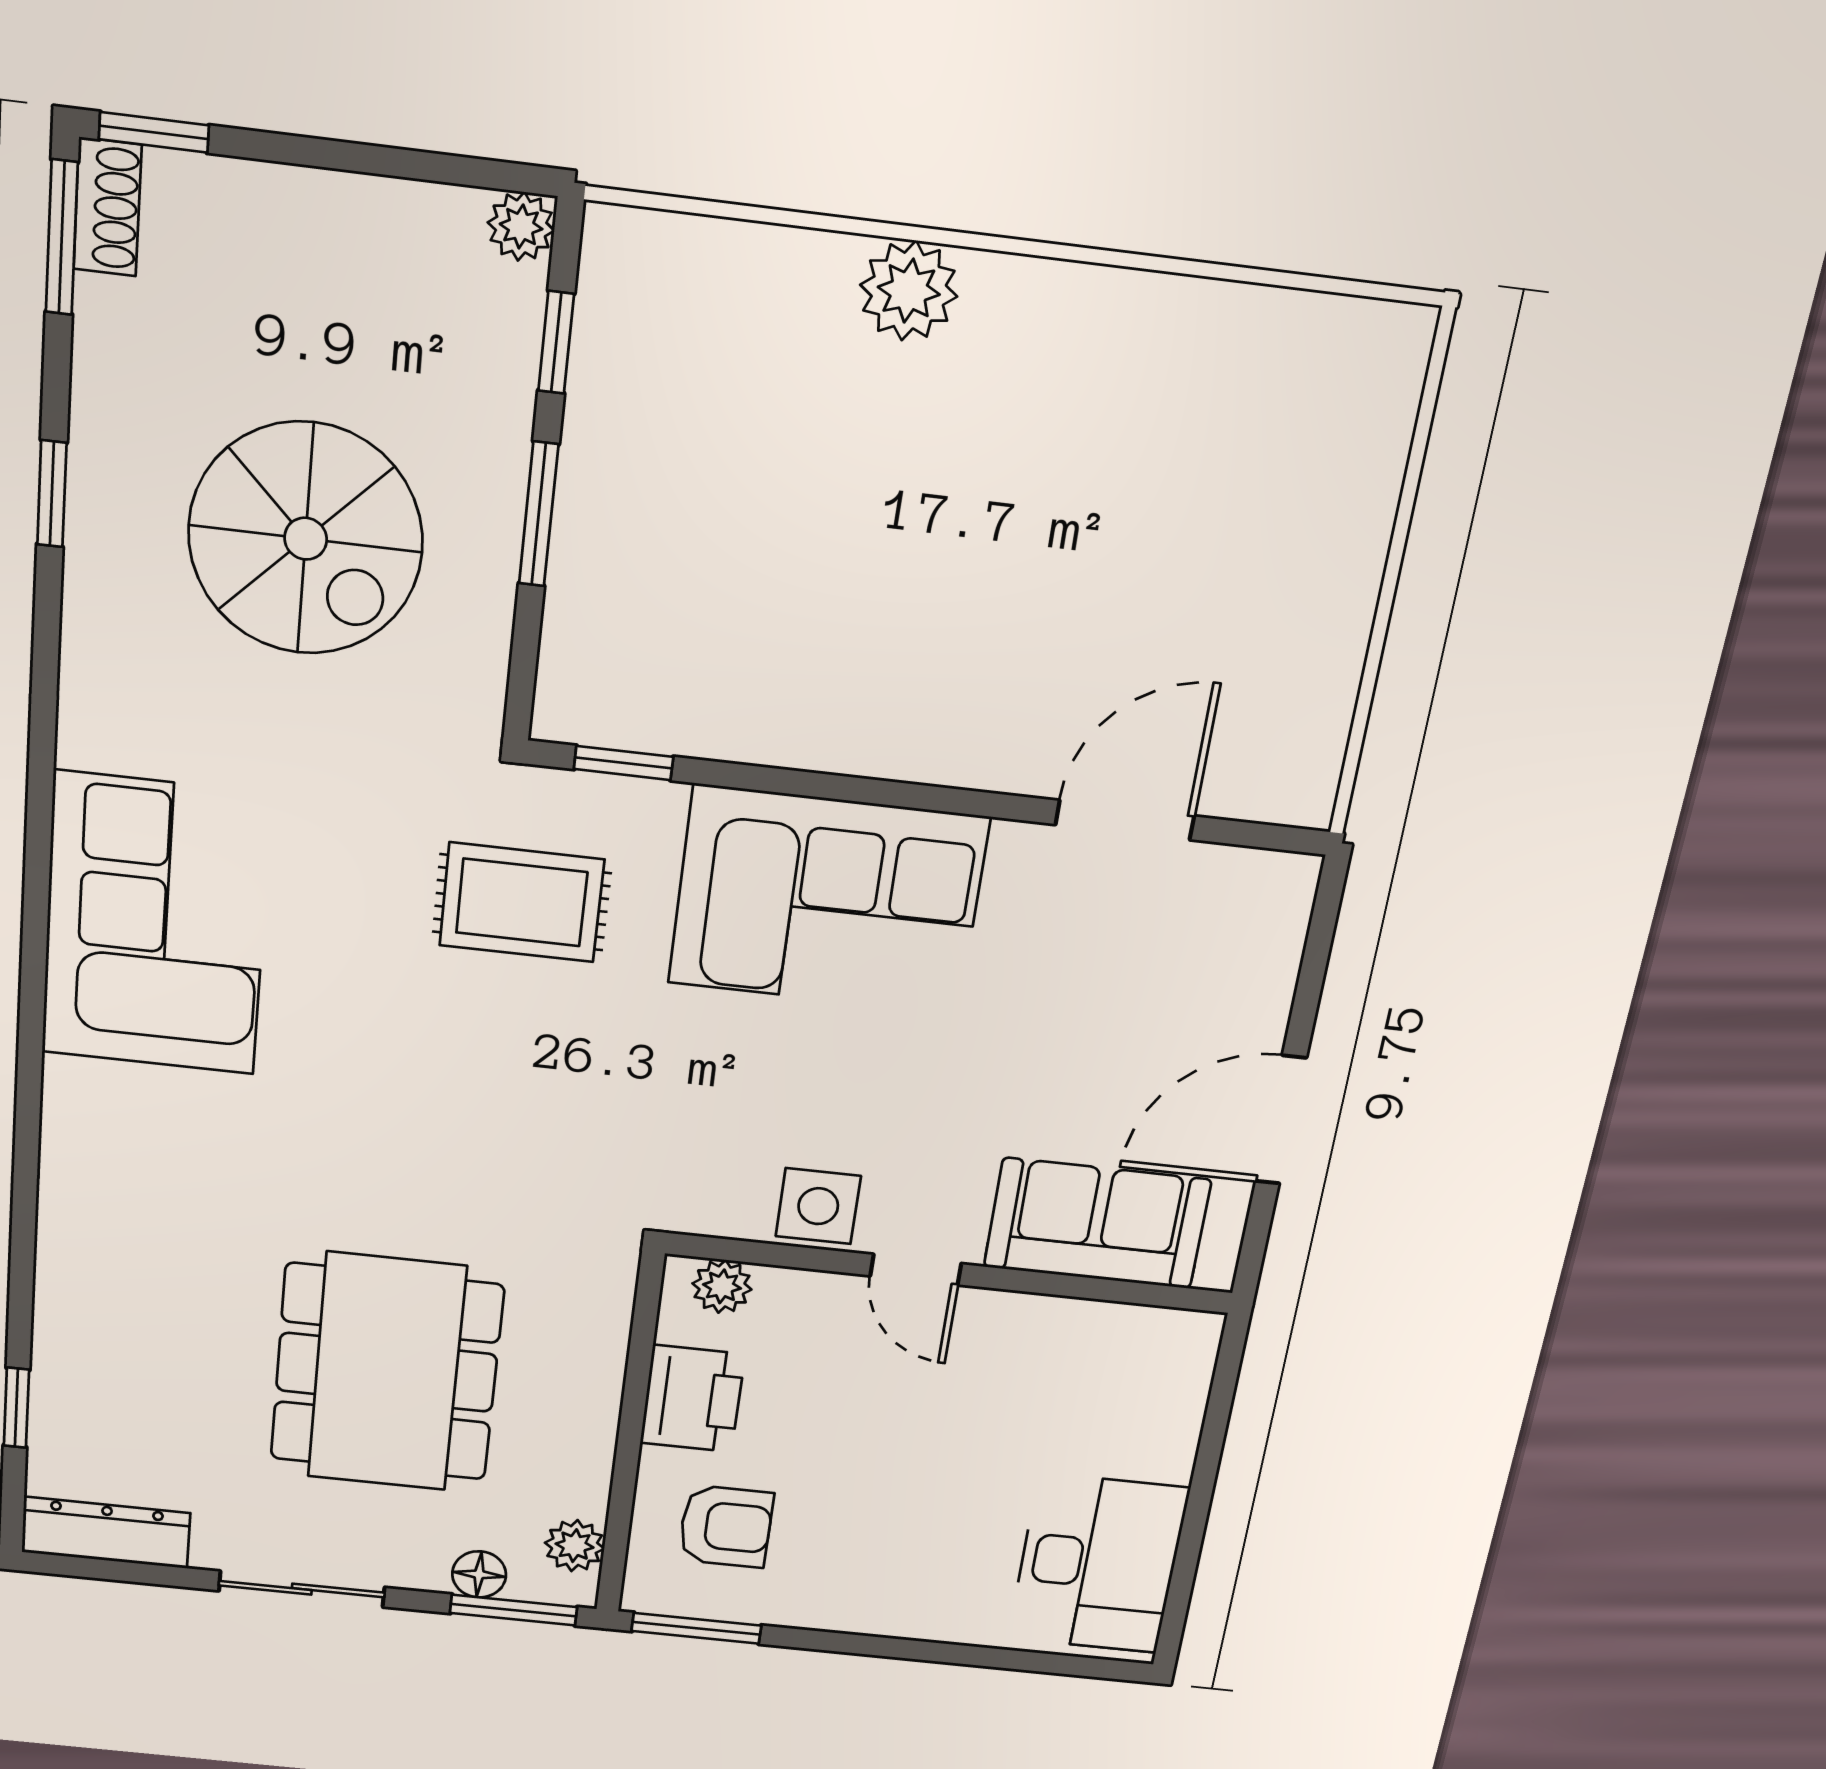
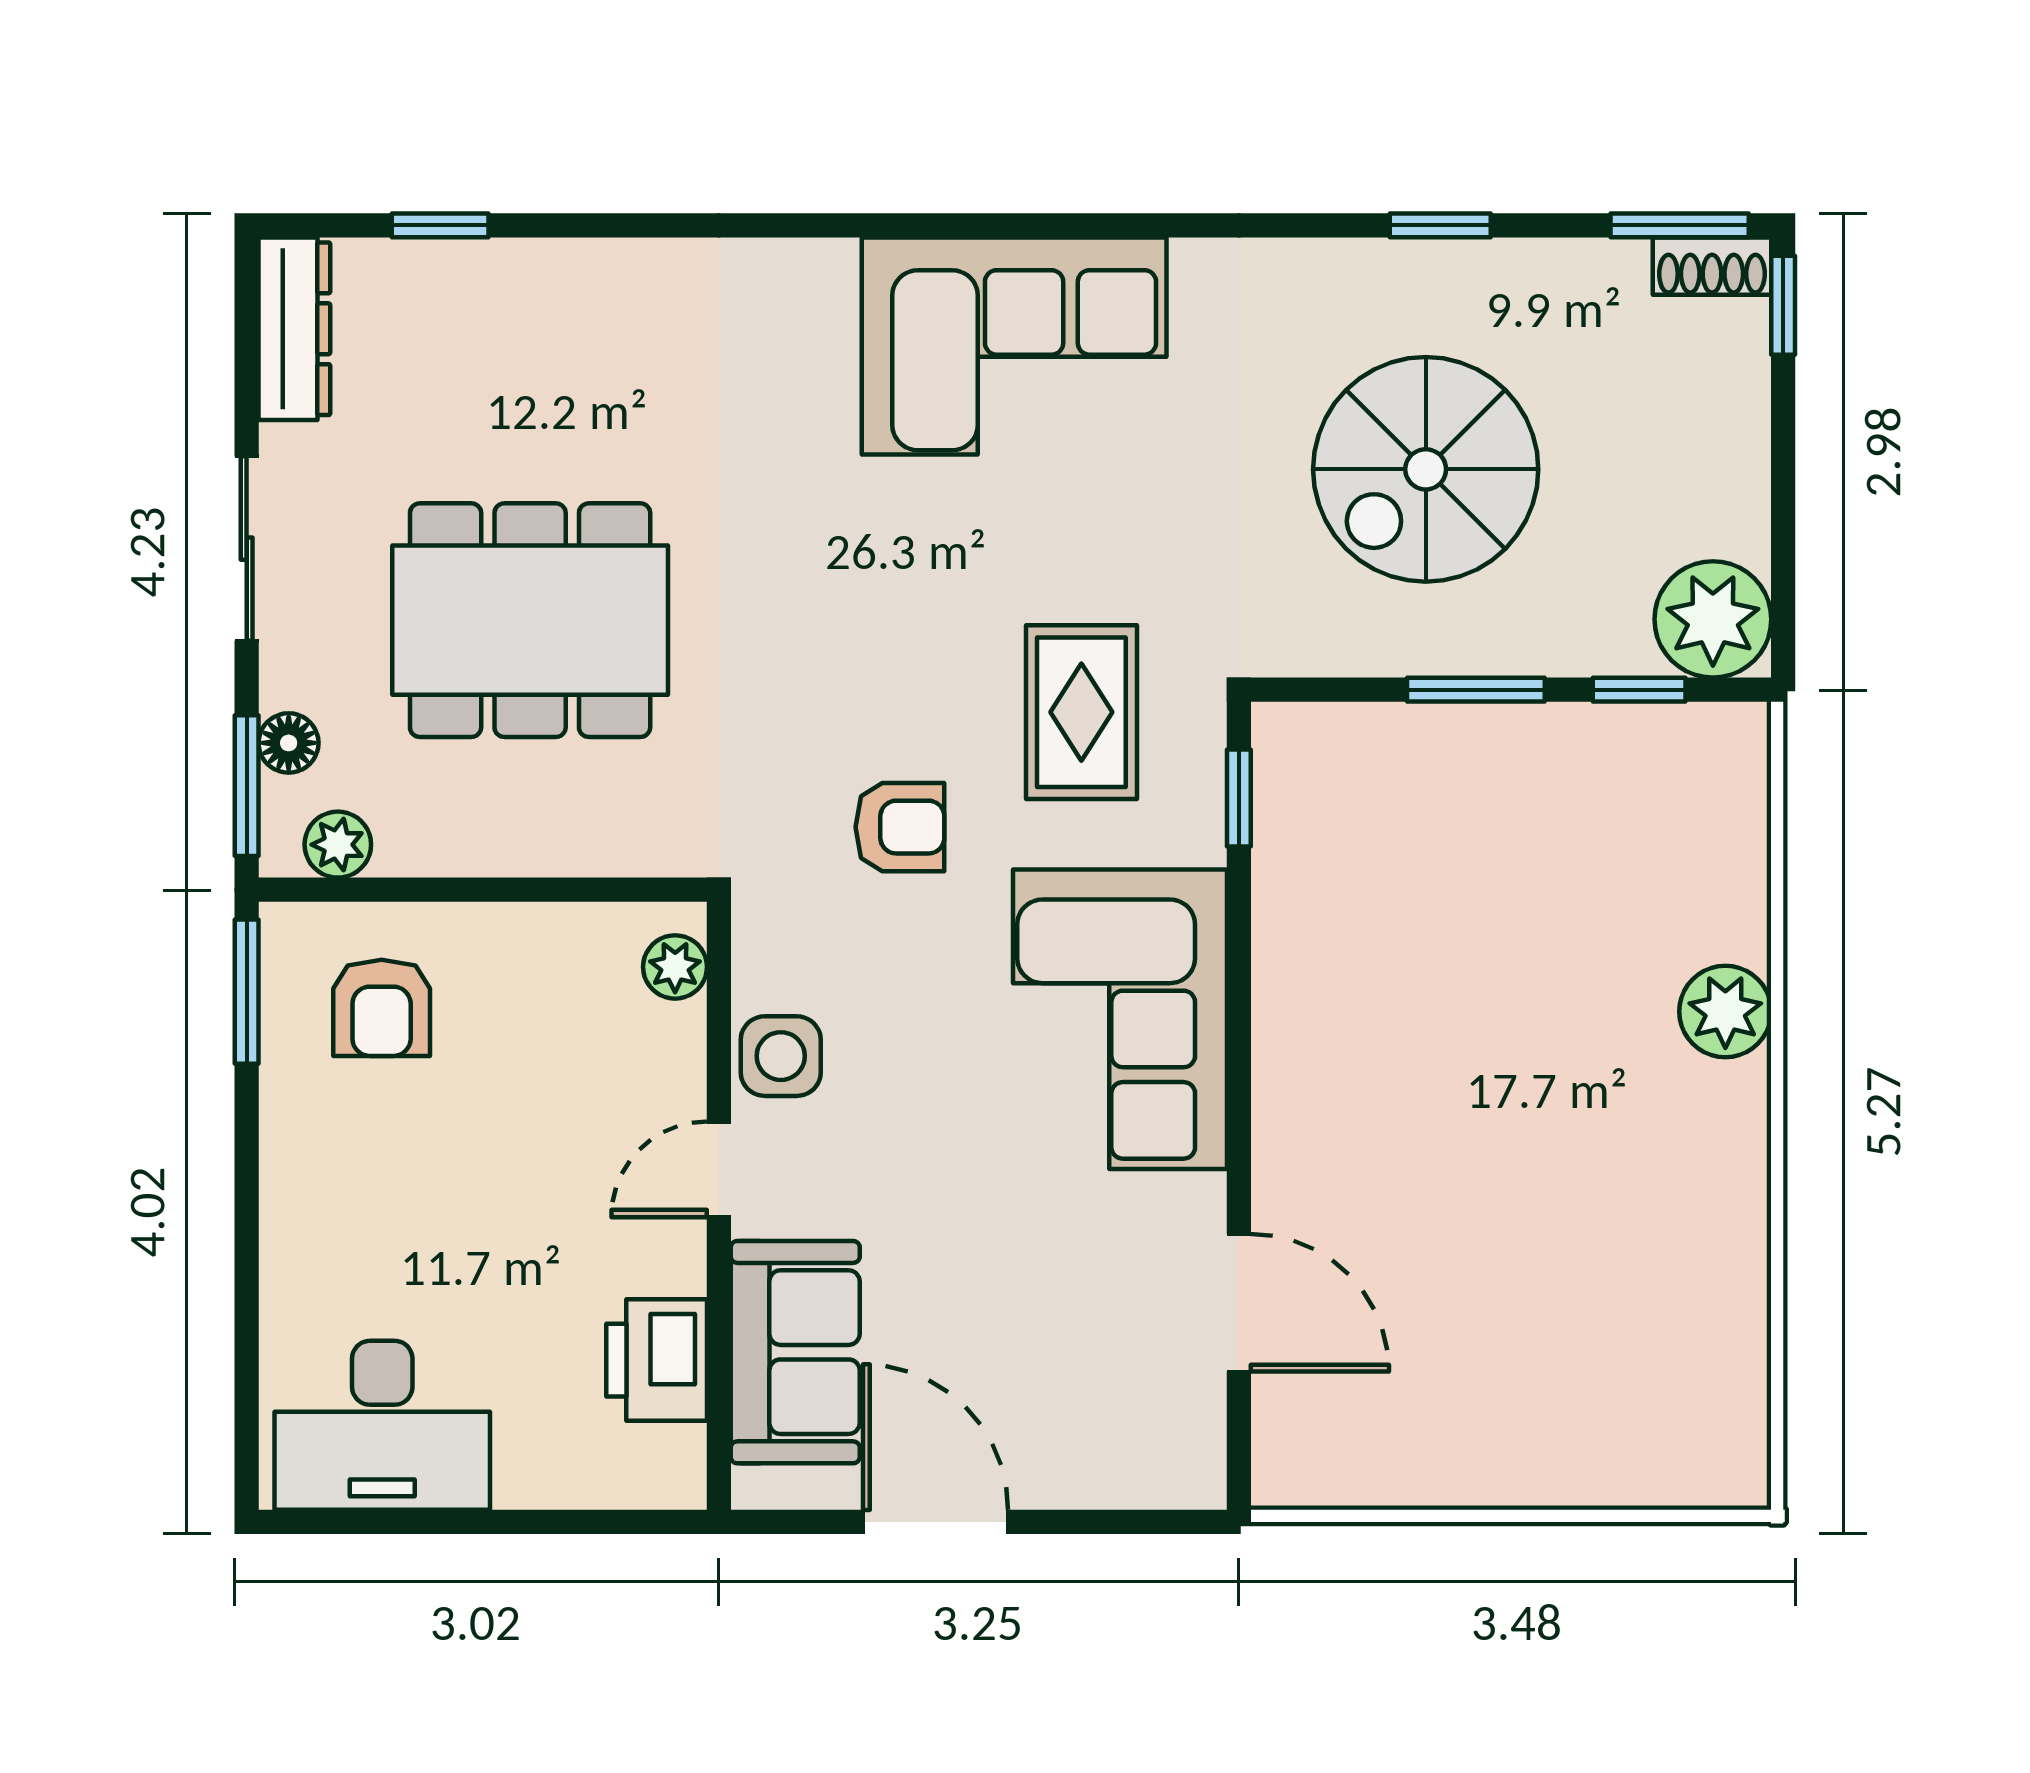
plant: (521, 226) -> (1713, 619), width x1.87, depth x1.87
armchair: (615, 1079) -> (900, 827), added
printer: (692, 1399) -> (657, 1360), moved, turned 90

